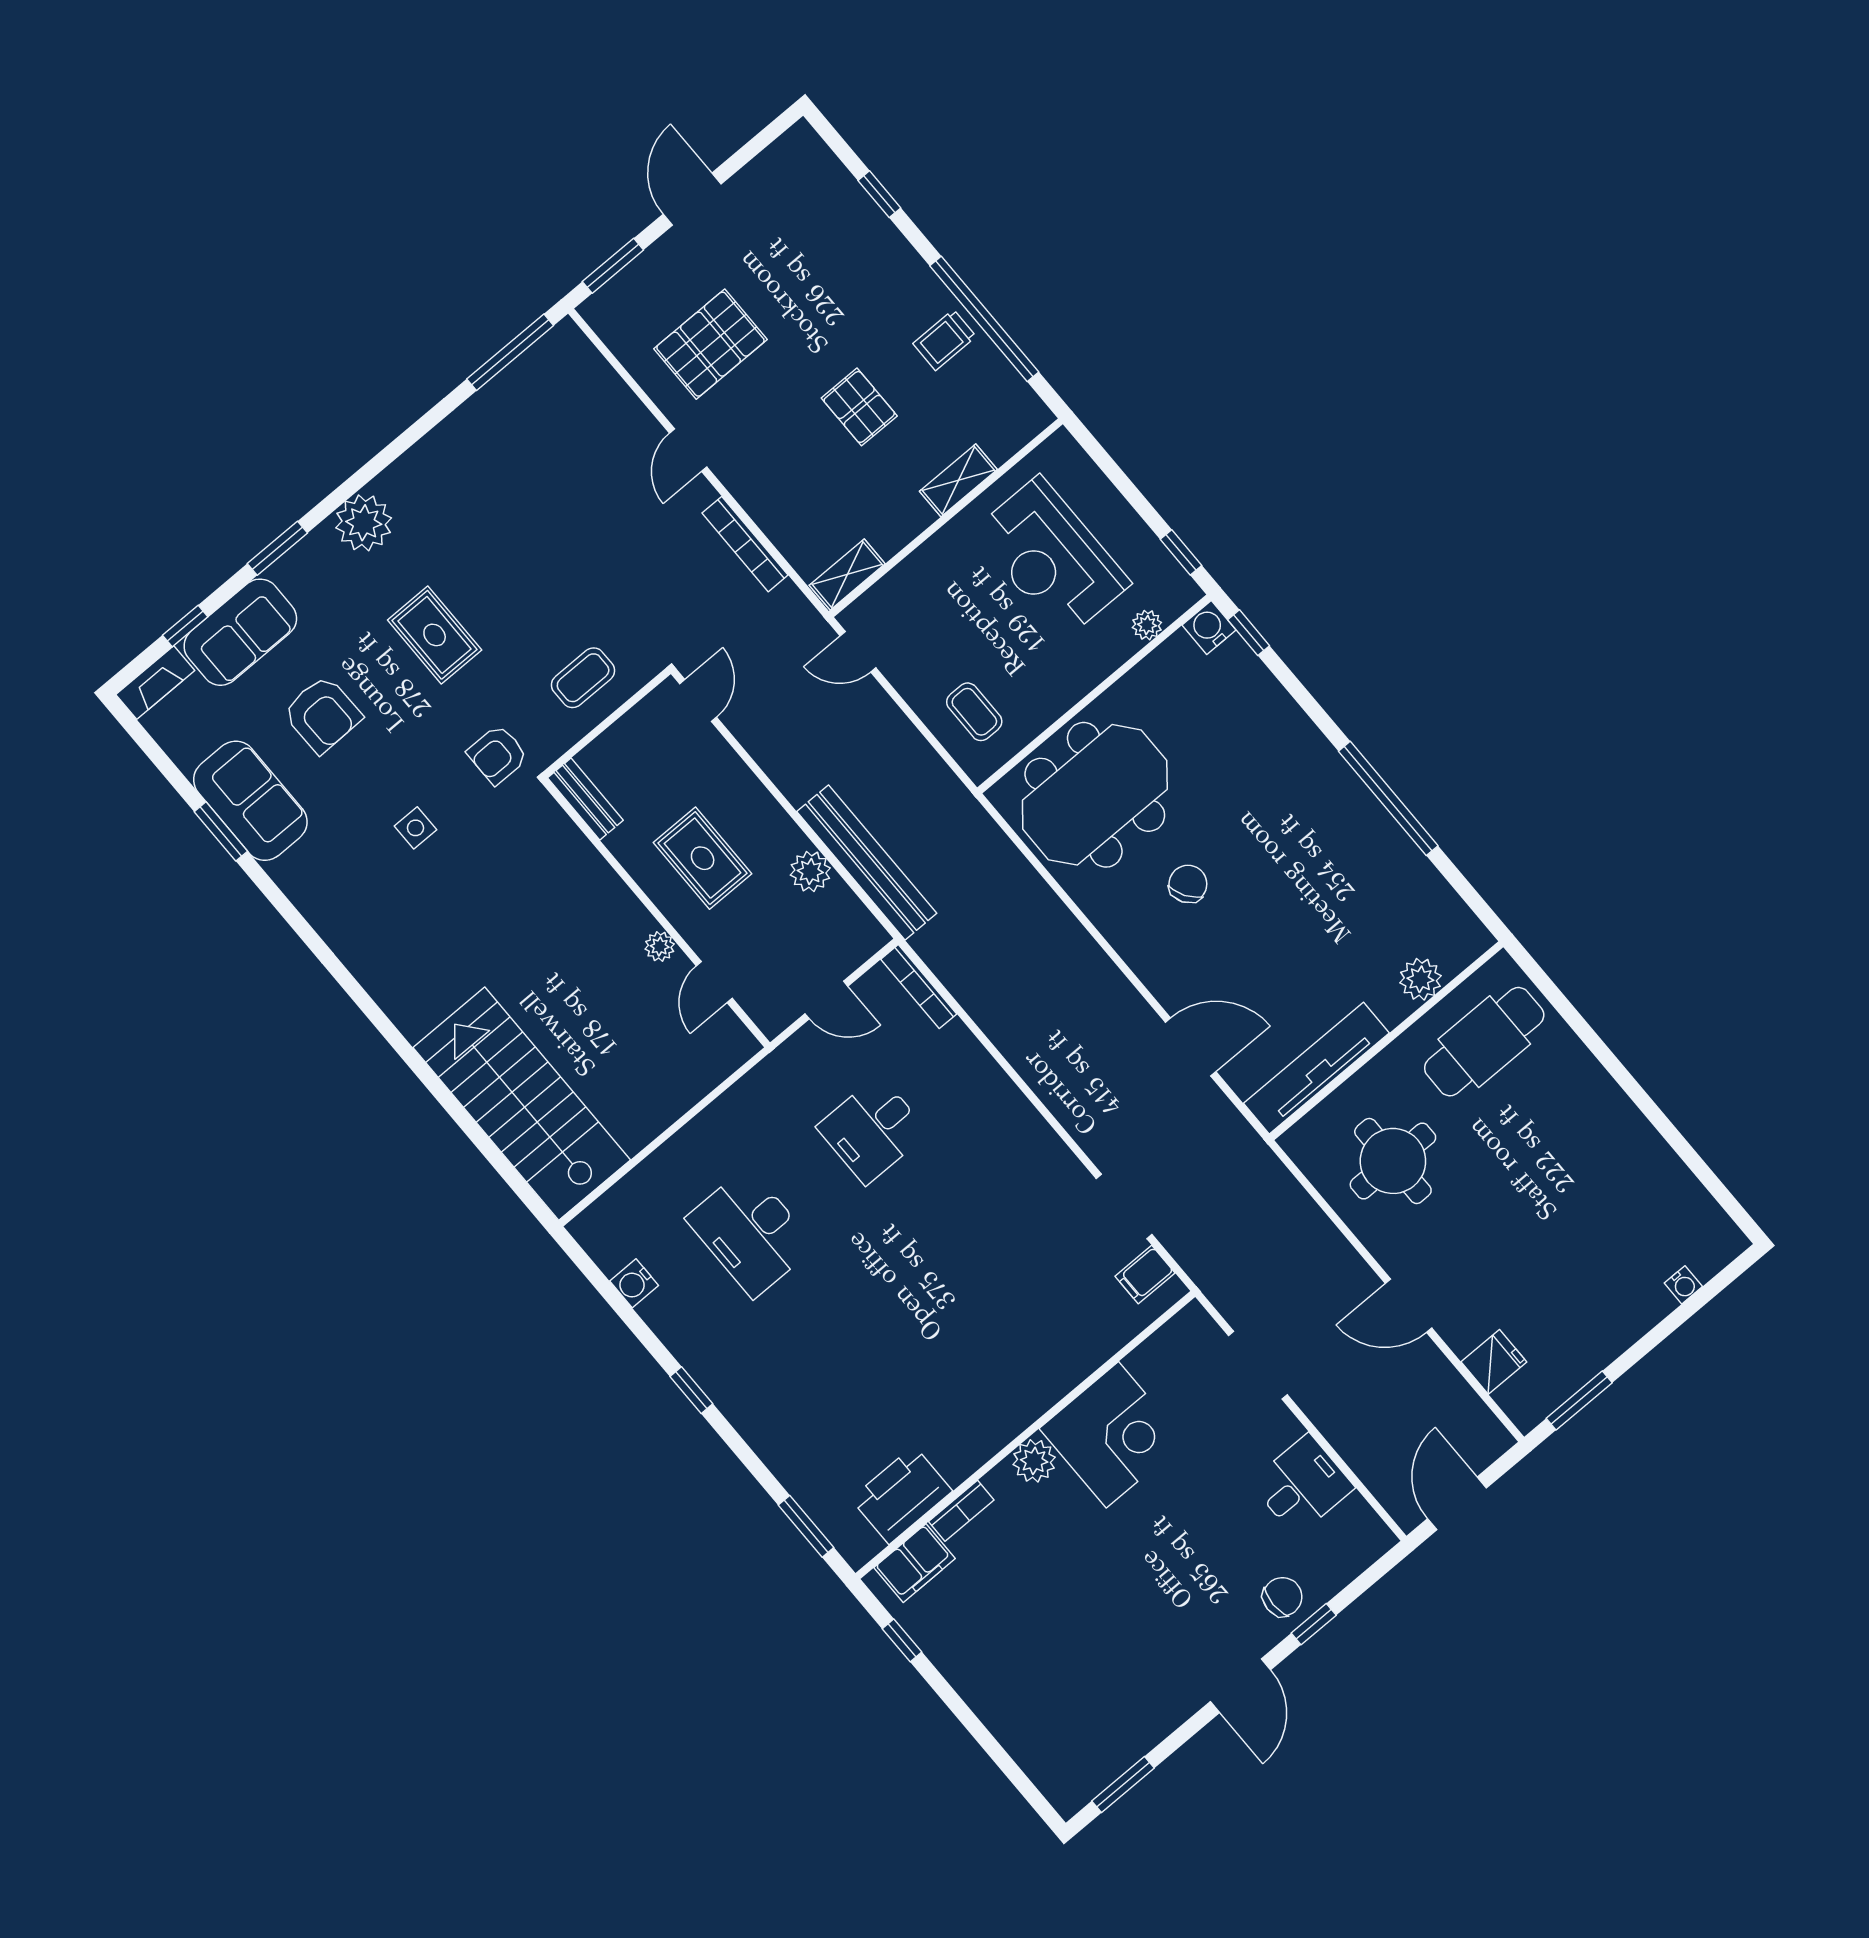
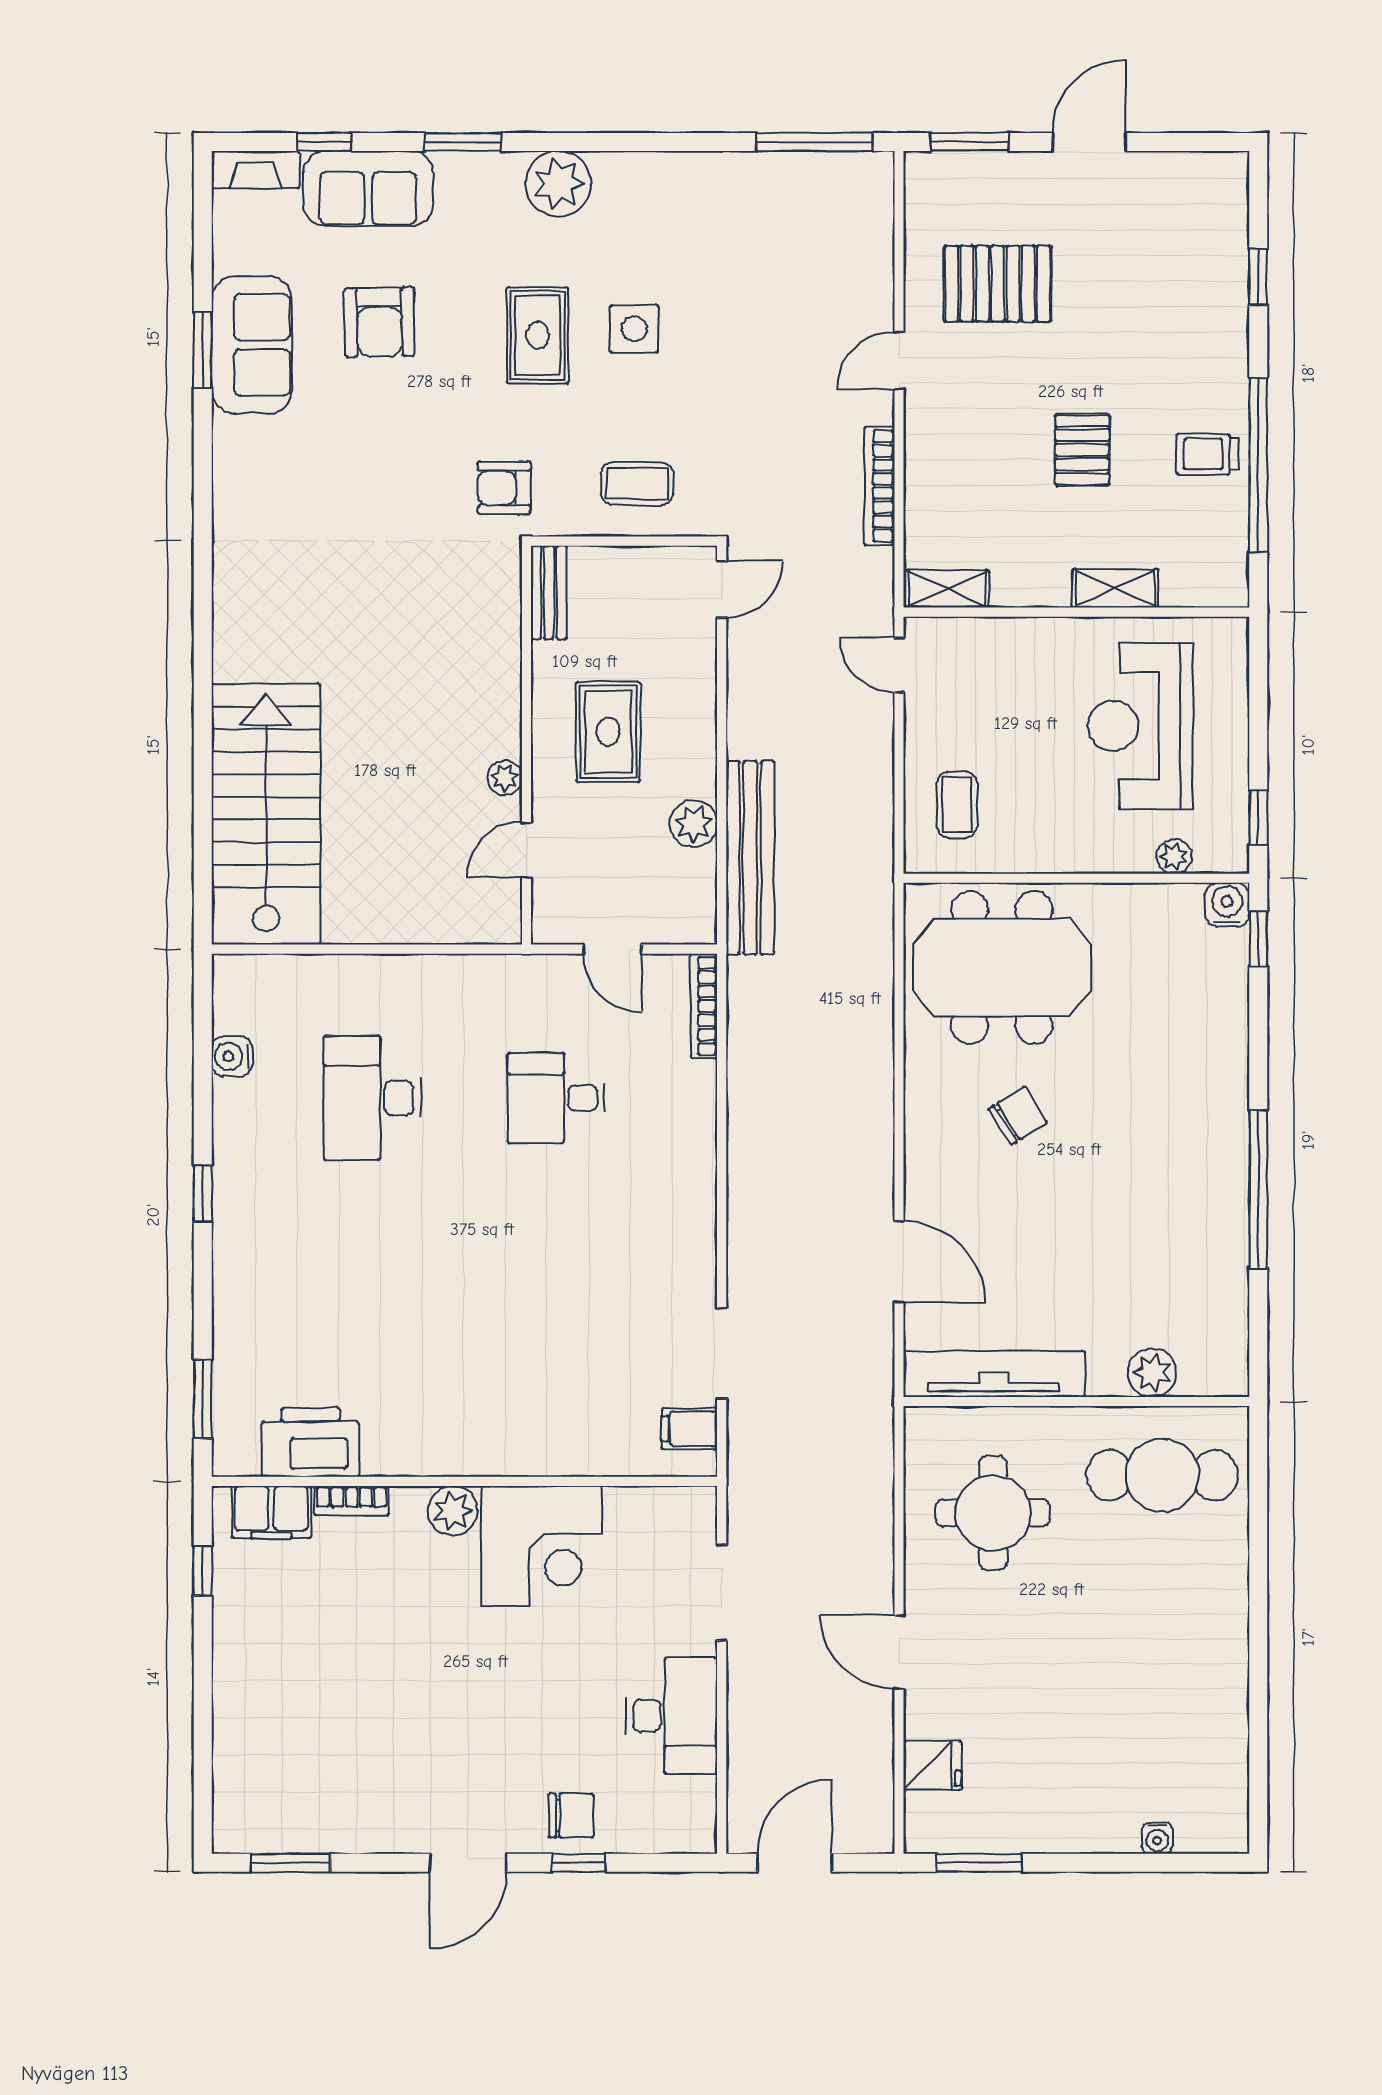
side table: (415, 828) -> (634, 329), moved, width x1.37, depth x1.37
desk: (1302, 1485) -> (672, 1716), width x1.37

